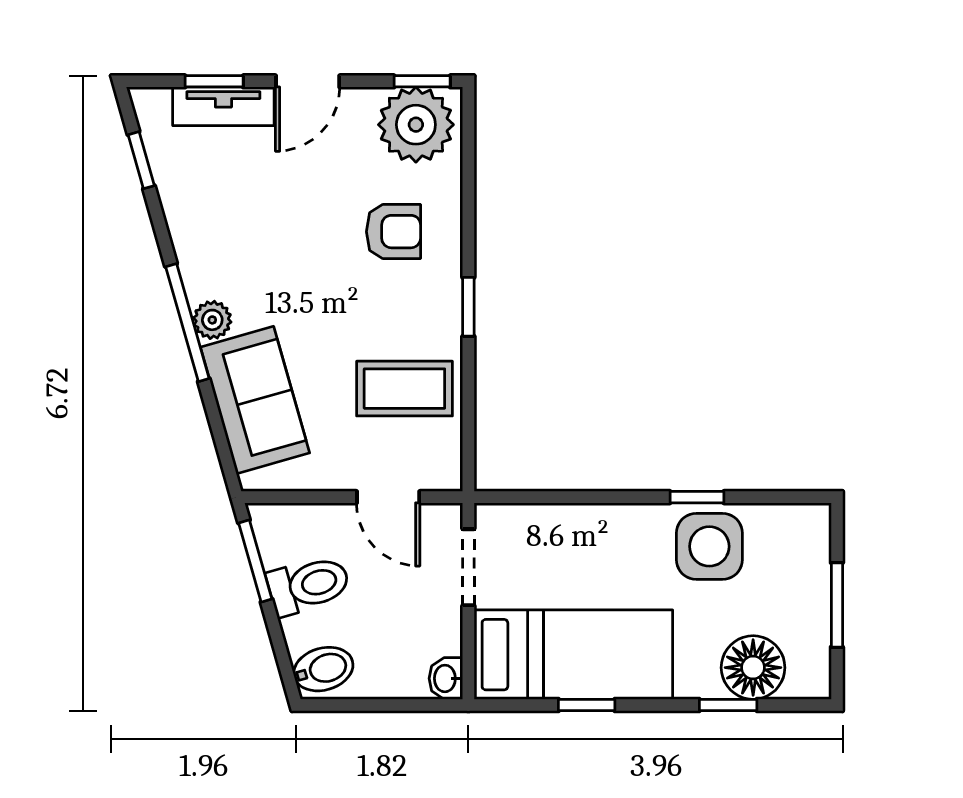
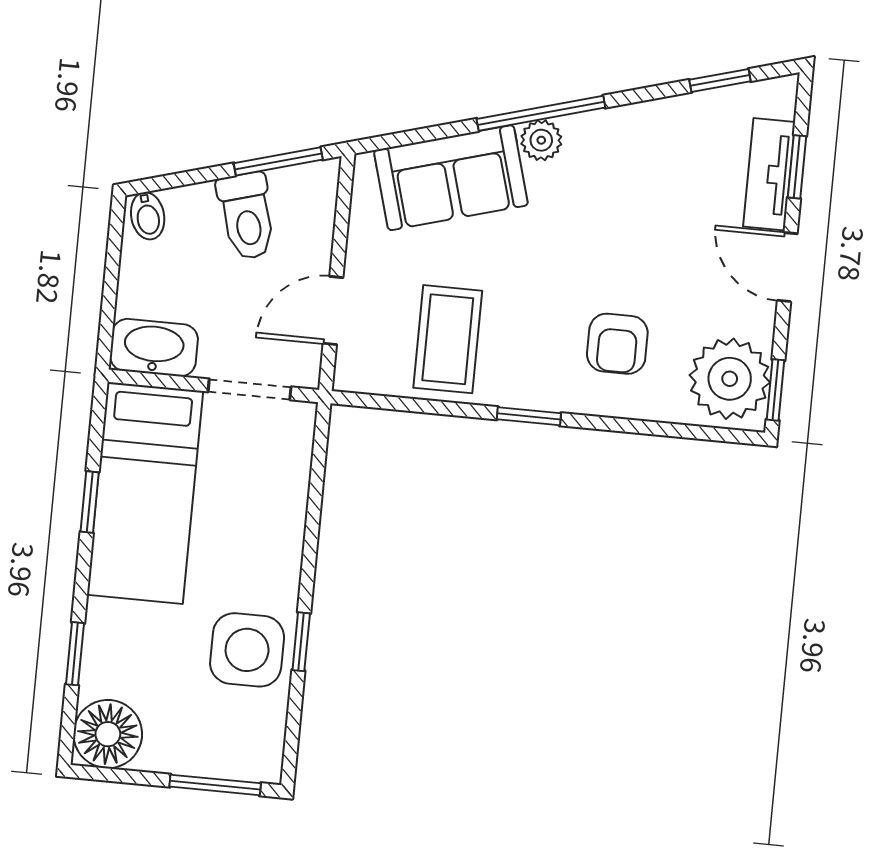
window: (837, 605) -> (215, 785), moved
floor lamp: (753, 668) -> (108, 734), moved
bidet: (323, 669) -> (148, 216), width x0.72, depth x0.74
washbasin: (446, 678) -> (154, 348), width x1.91, depth x1.45

